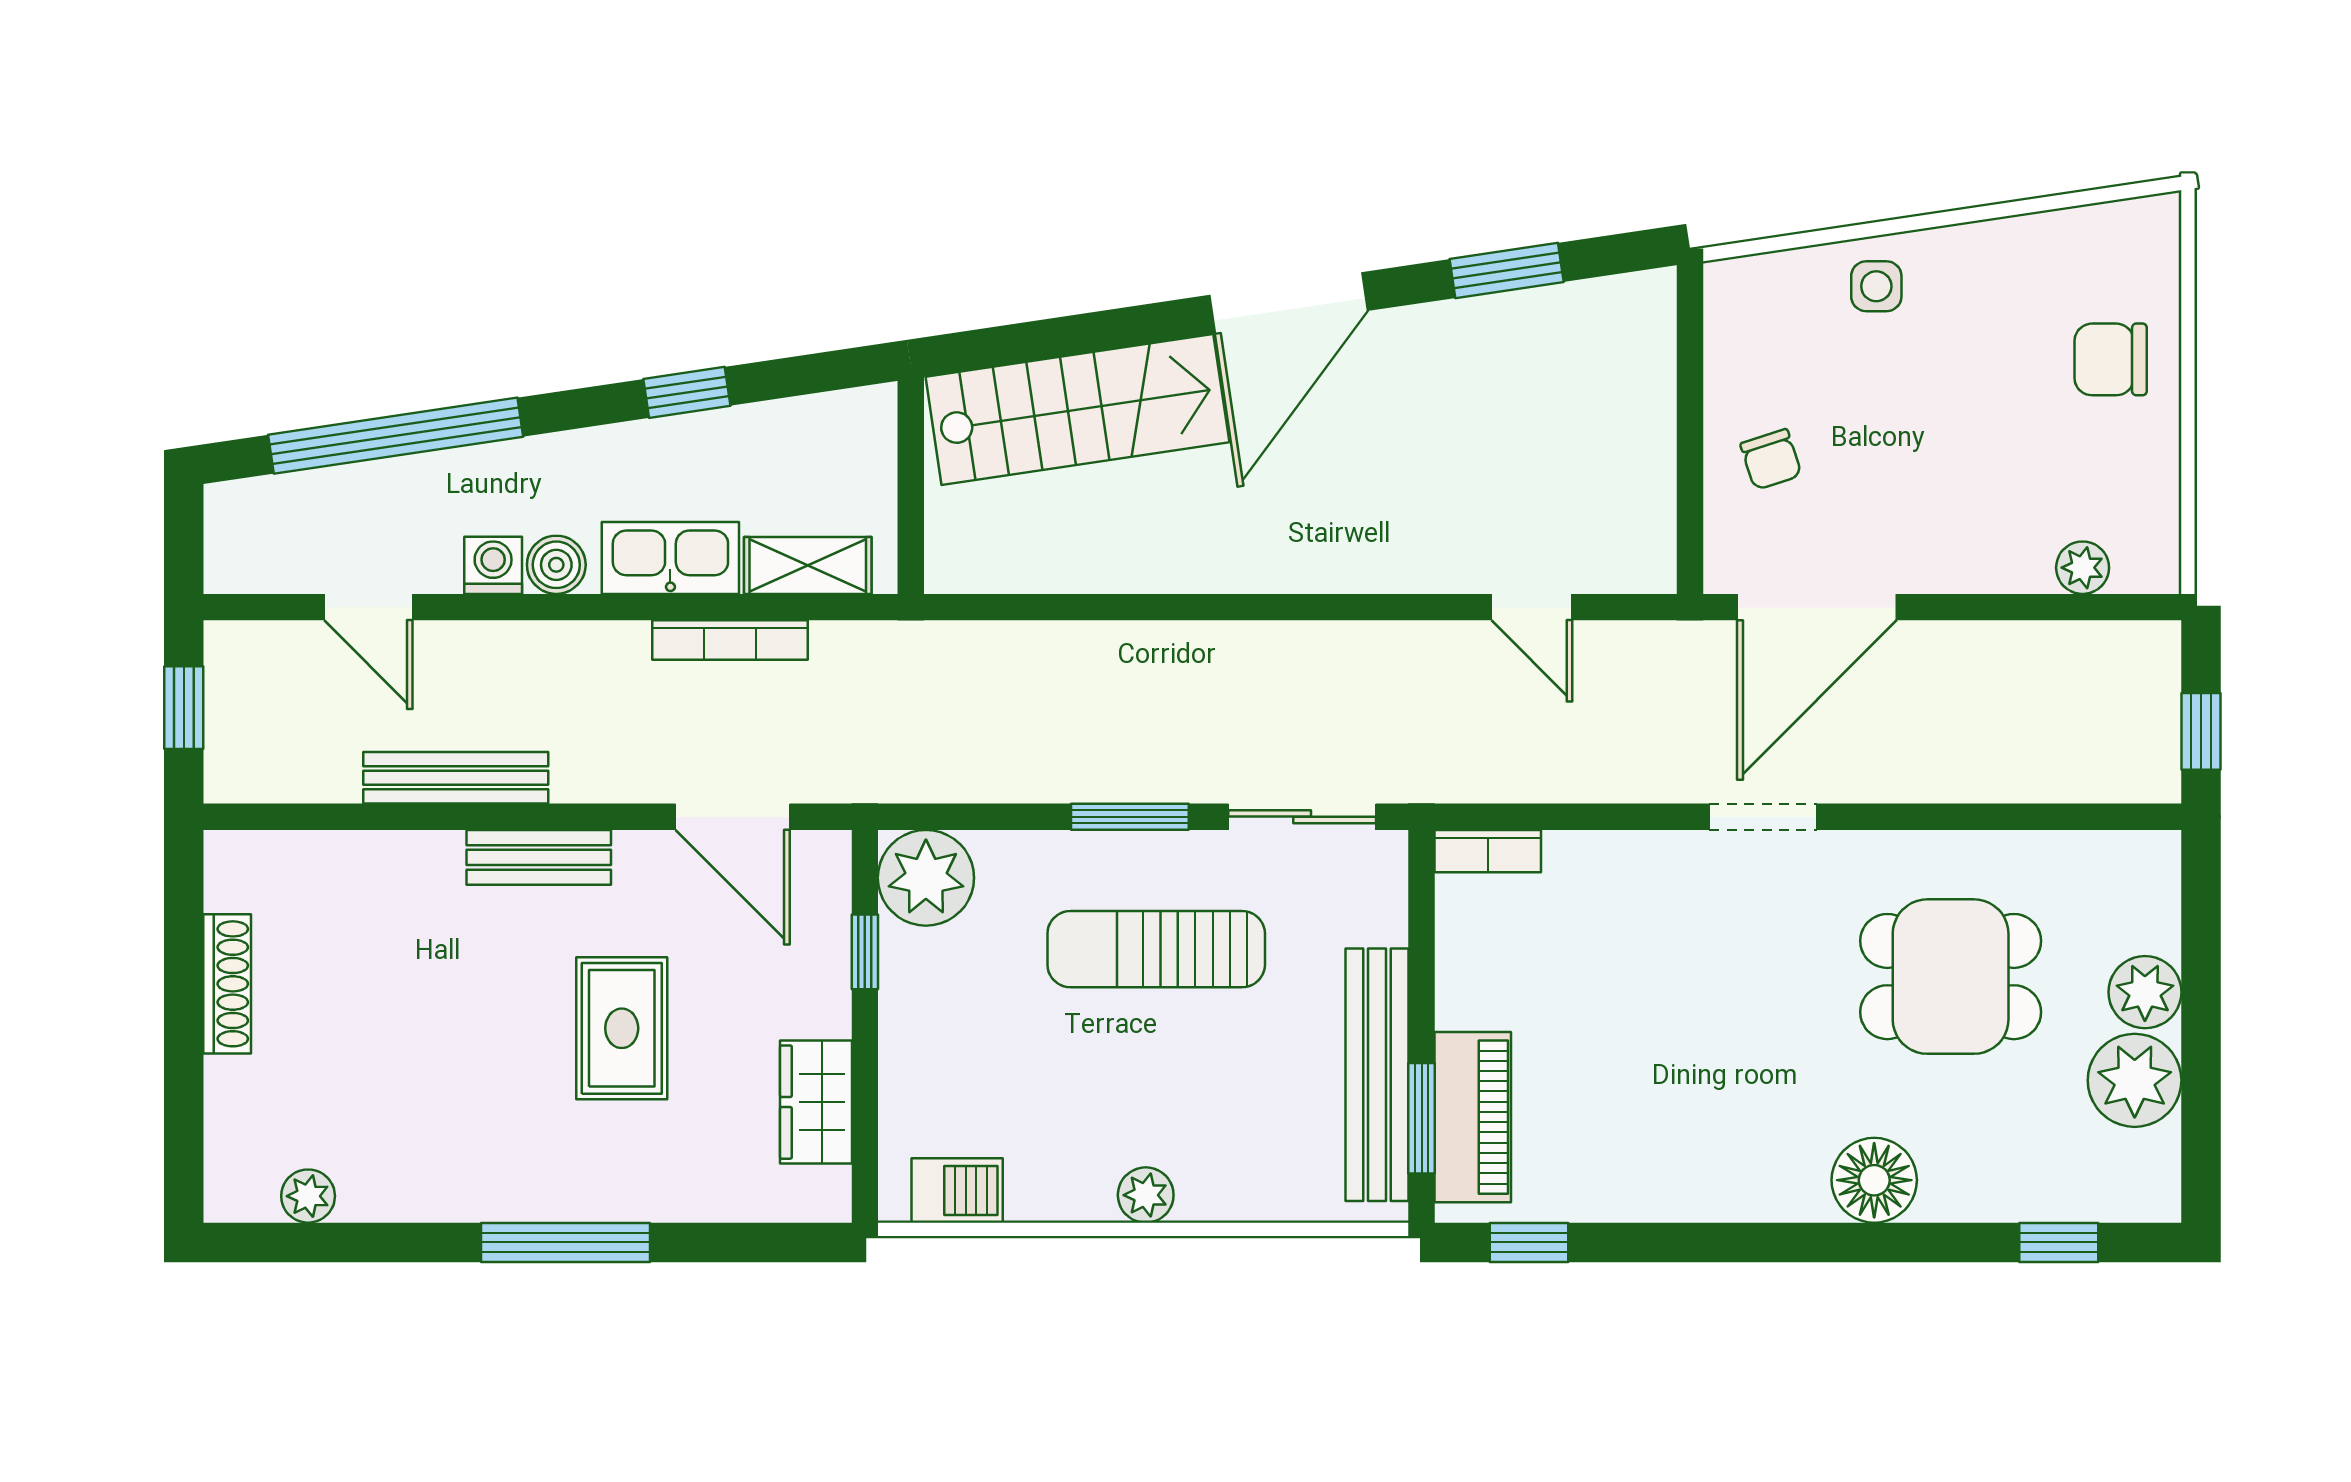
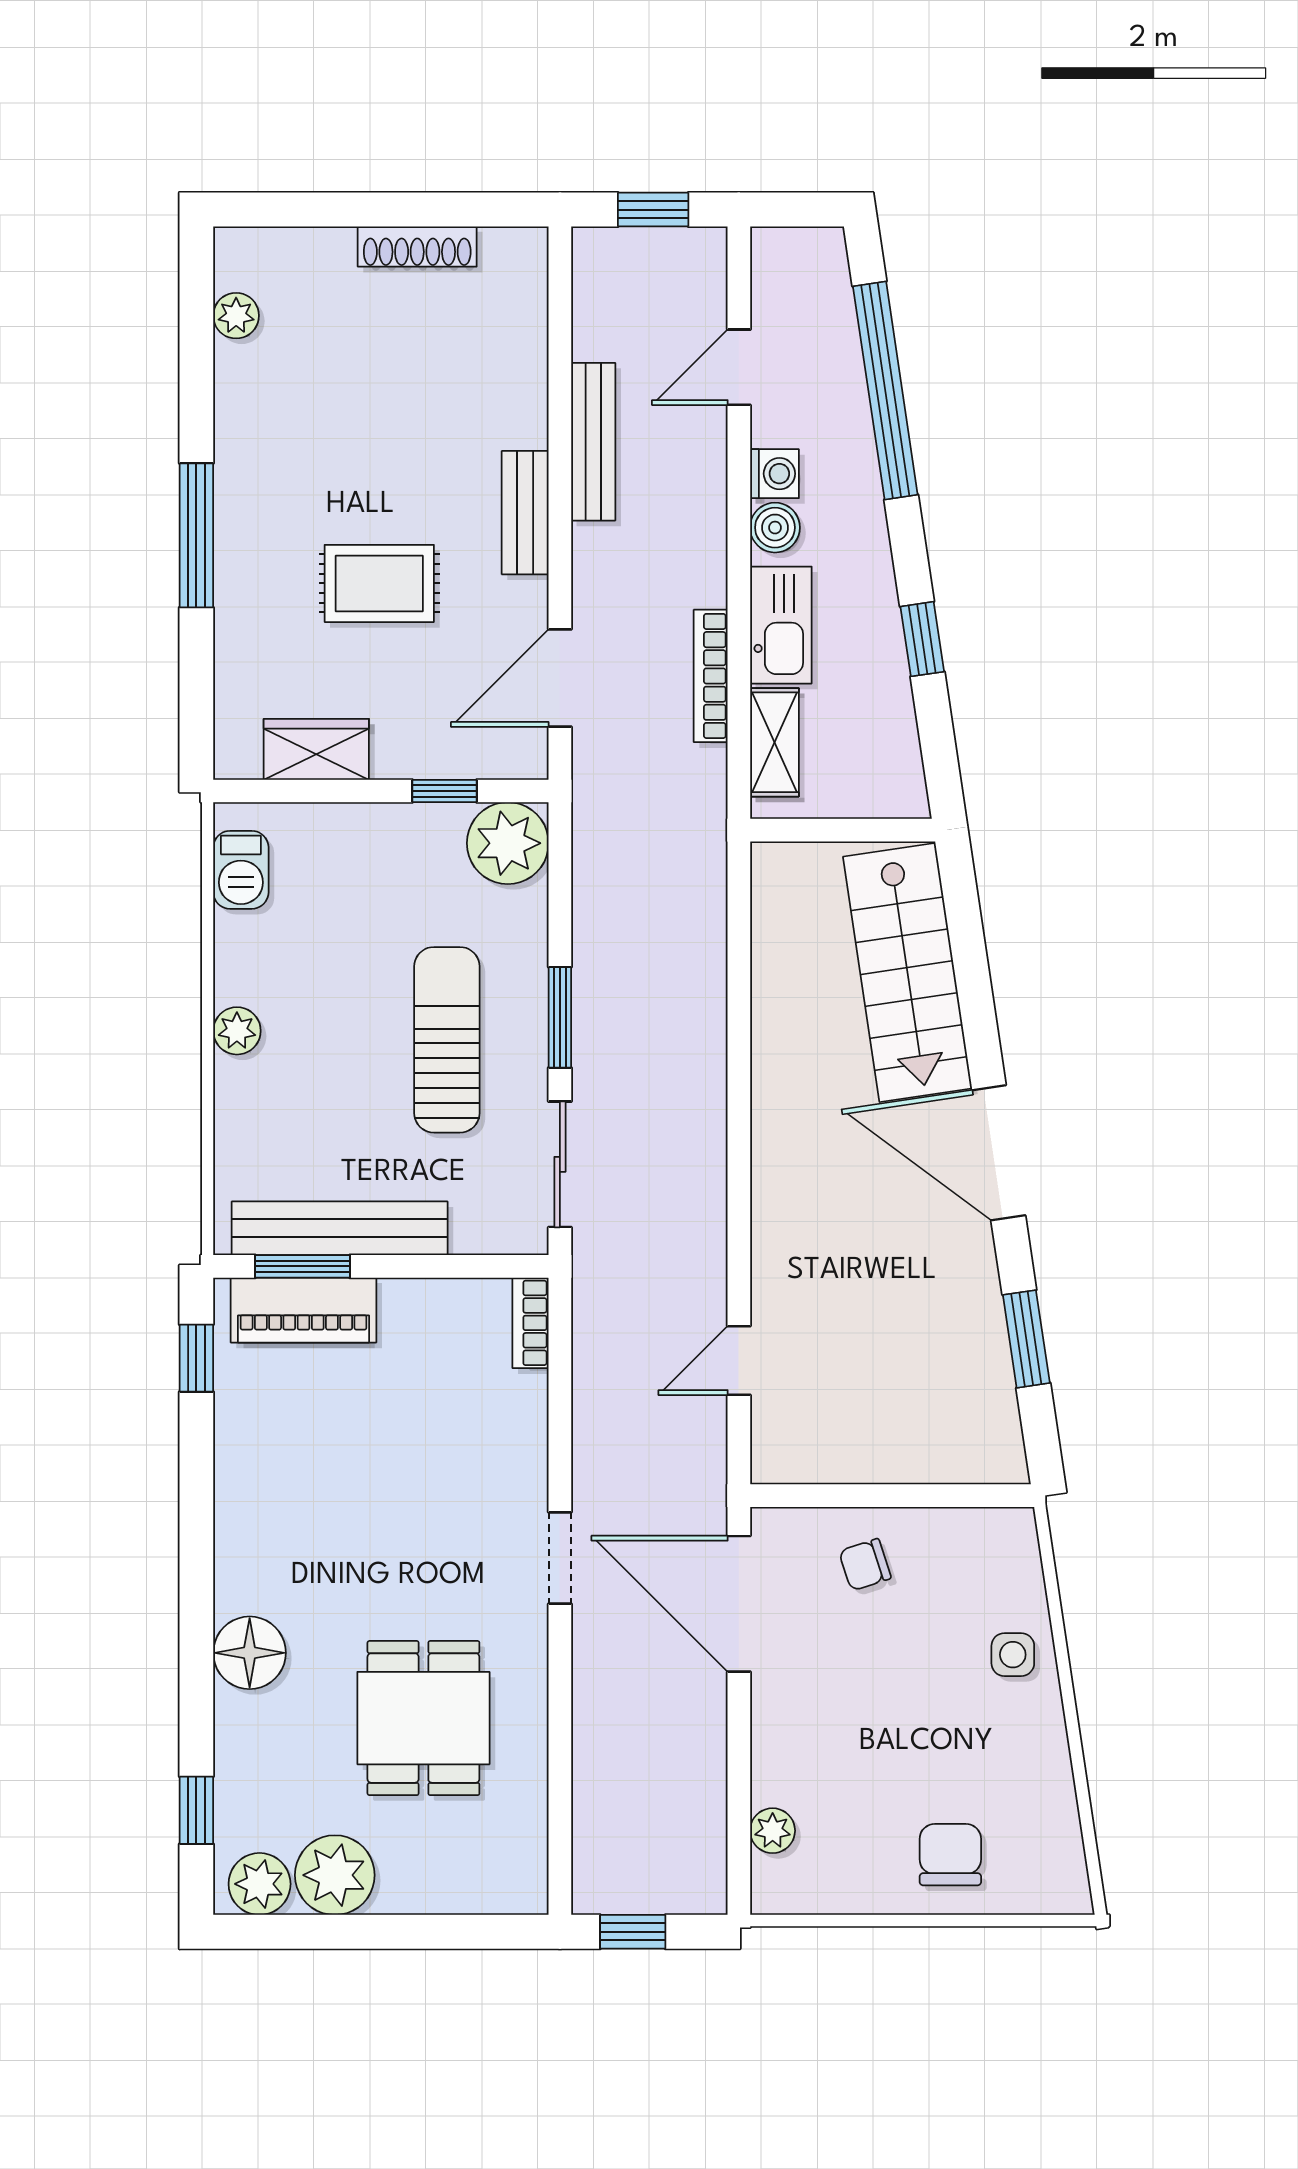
plant: (2145, 992) -> (260, 1884), moved

